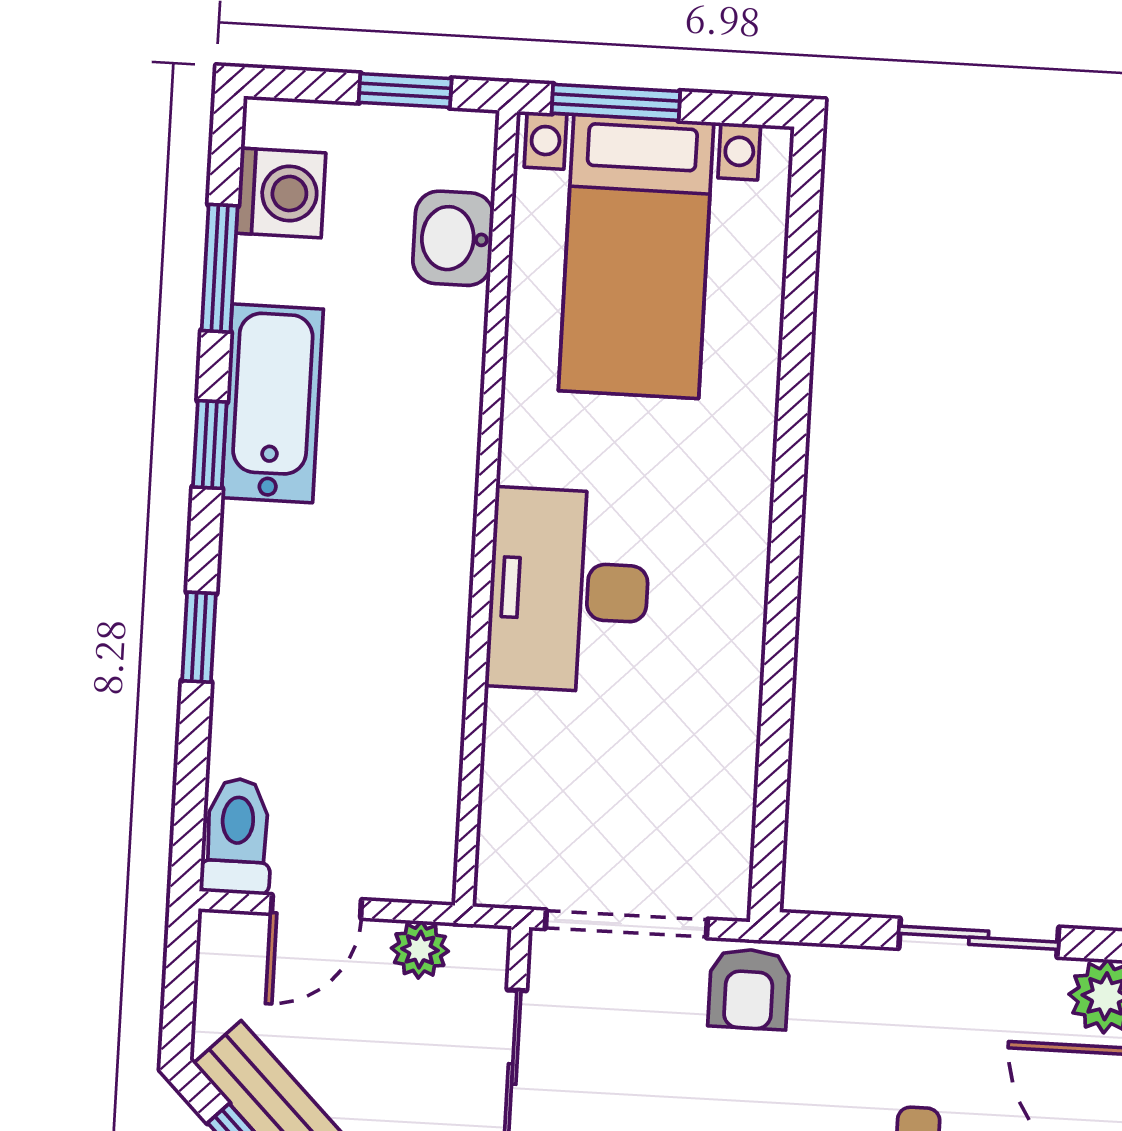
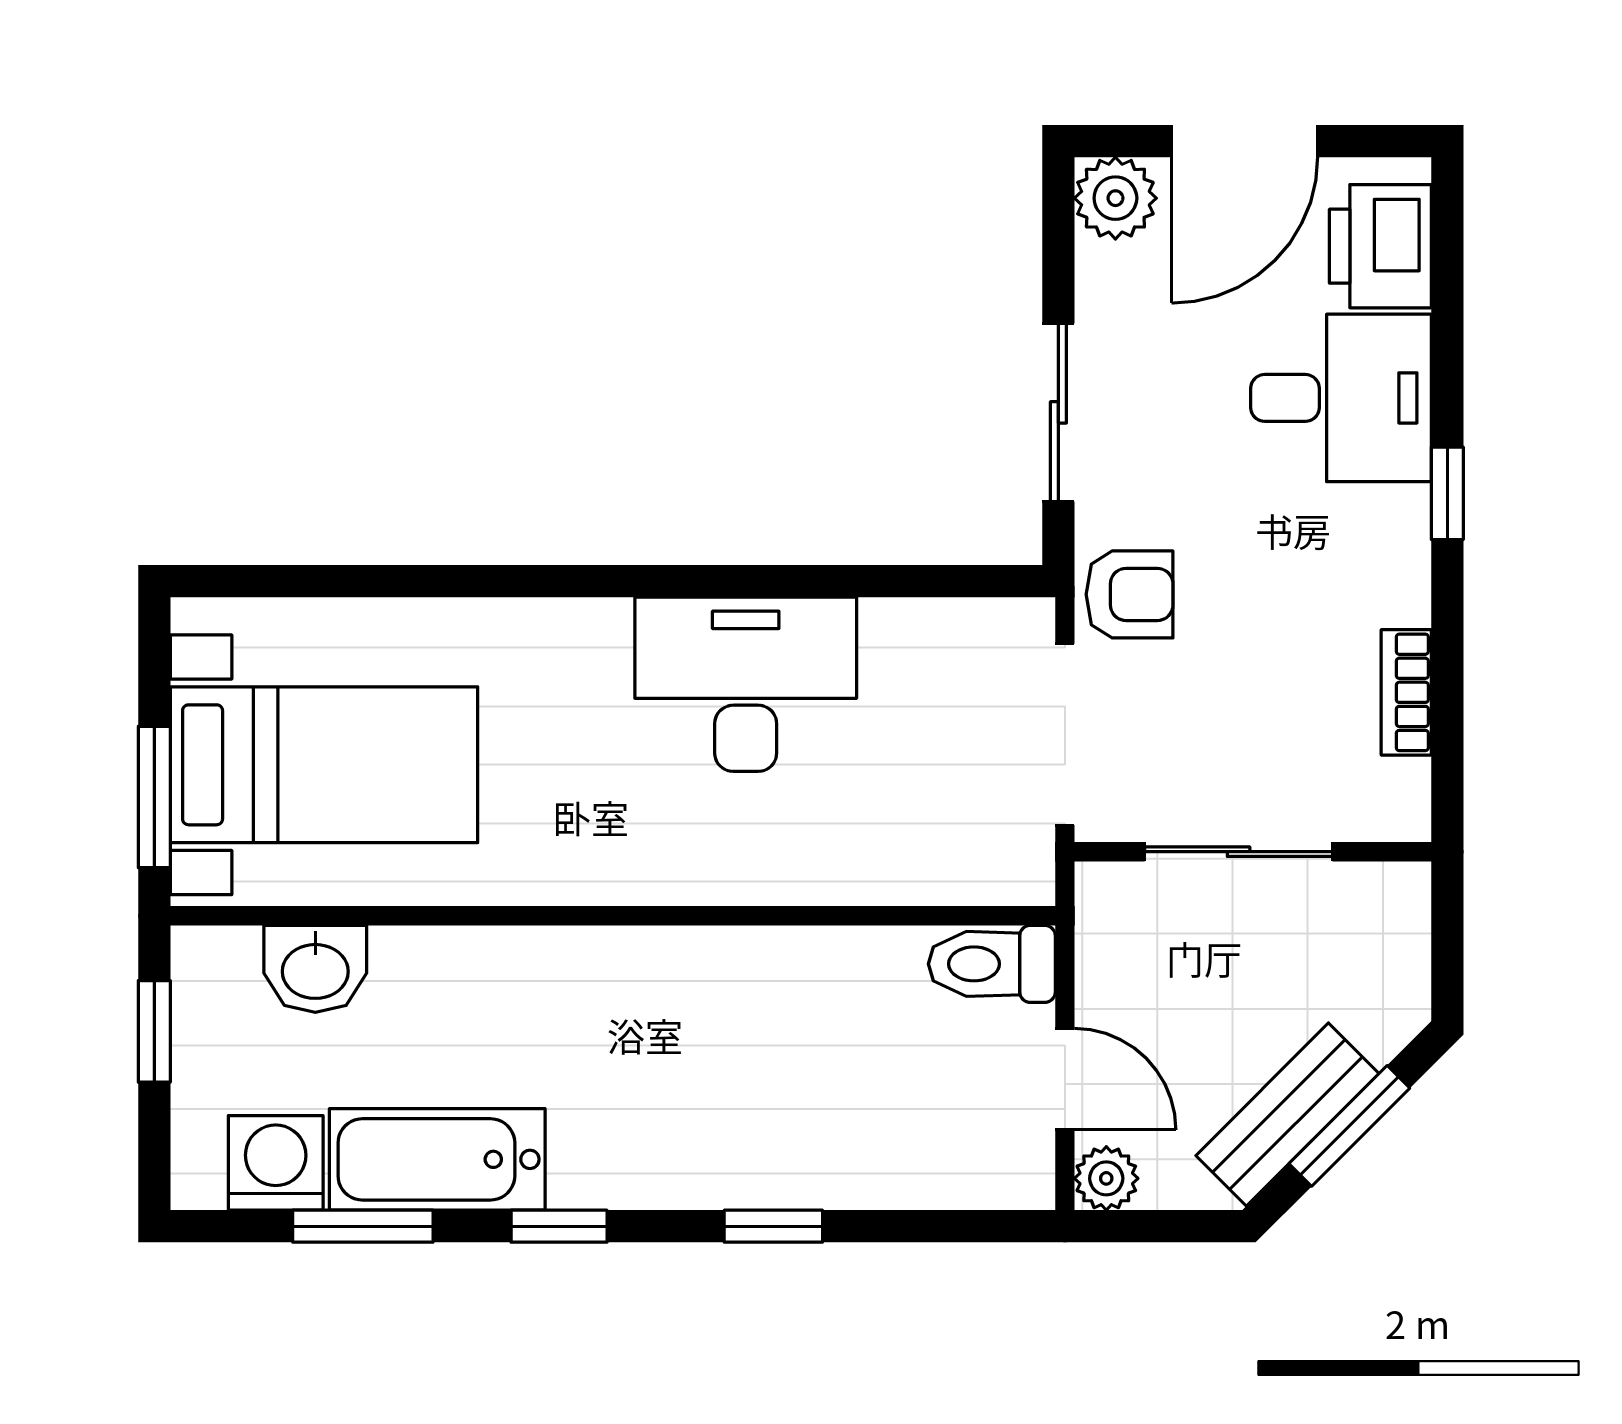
bathtub: (272, 403) -> (437, 1159), moved
desk: (569, 590) -> (746, 684), moved, turned 180
toilet: (237, 836) -> (992, 964), moved
sliding door: (979, 938) -> (1058, 412), moved
plant: (420, 950) -> (1106, 1178), moved

